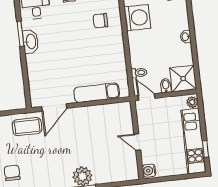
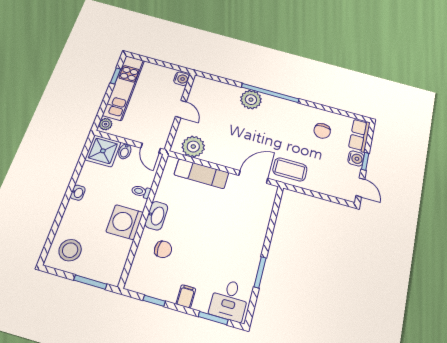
washing machine: (137, 18) -> (125, 222), moved
washbasin: (31, 42) -> (156, 216), moved, turned 180
toilet: (139, 73) -> (141, 192), moved
plant: (113, 113) -> (193, 147), added

